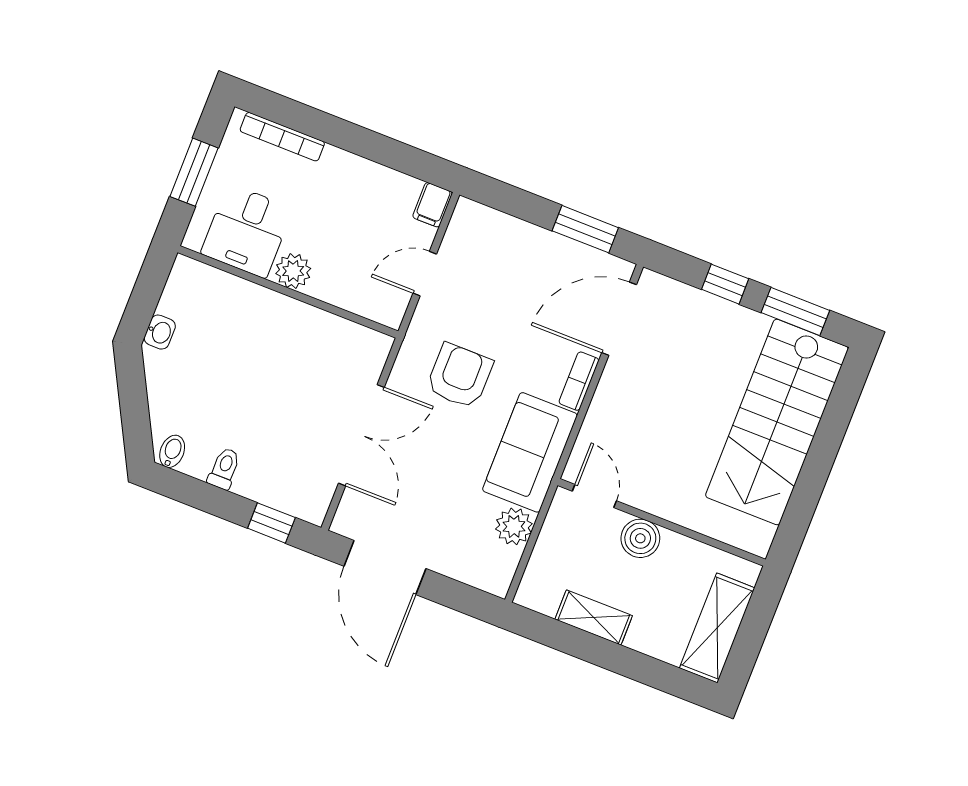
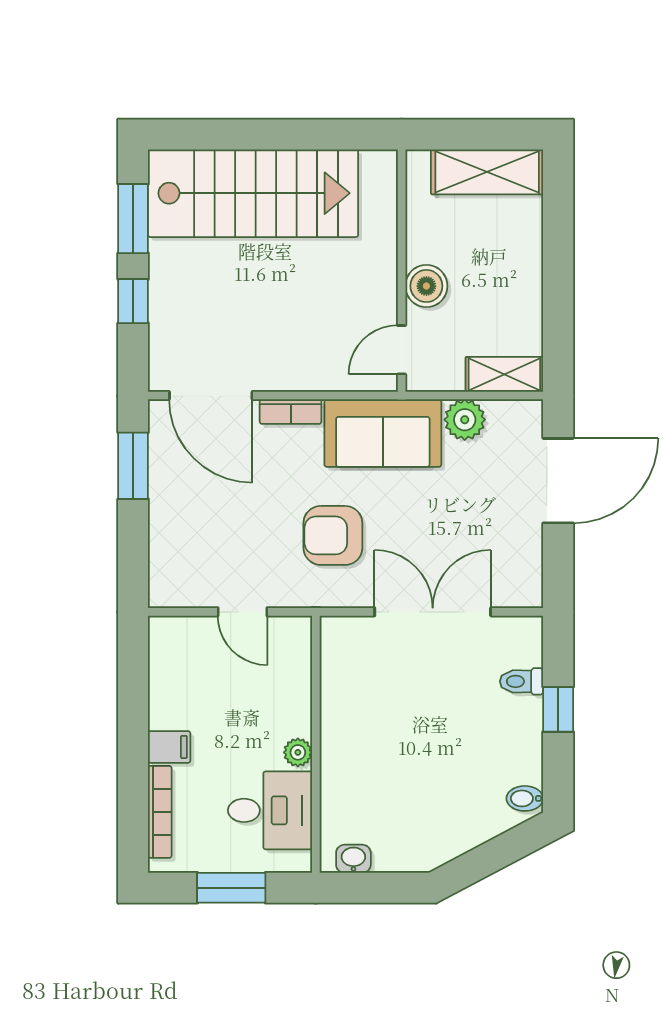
filing cabinet: (433, 205) -> (169, 747), moved
plant: (293, 271) -> (298, 752), width x0.73, depth x0.73
washbasin: (160, 332) -> (353, 859), moved
toilet: (224, 469) -> (522, 681), moved
window: (271, 523) -> (558, 709), moved
door: (385, 567) -> (558, 481), moved
shelving: (594, 617) -> (504, 374), moved, turned 90

